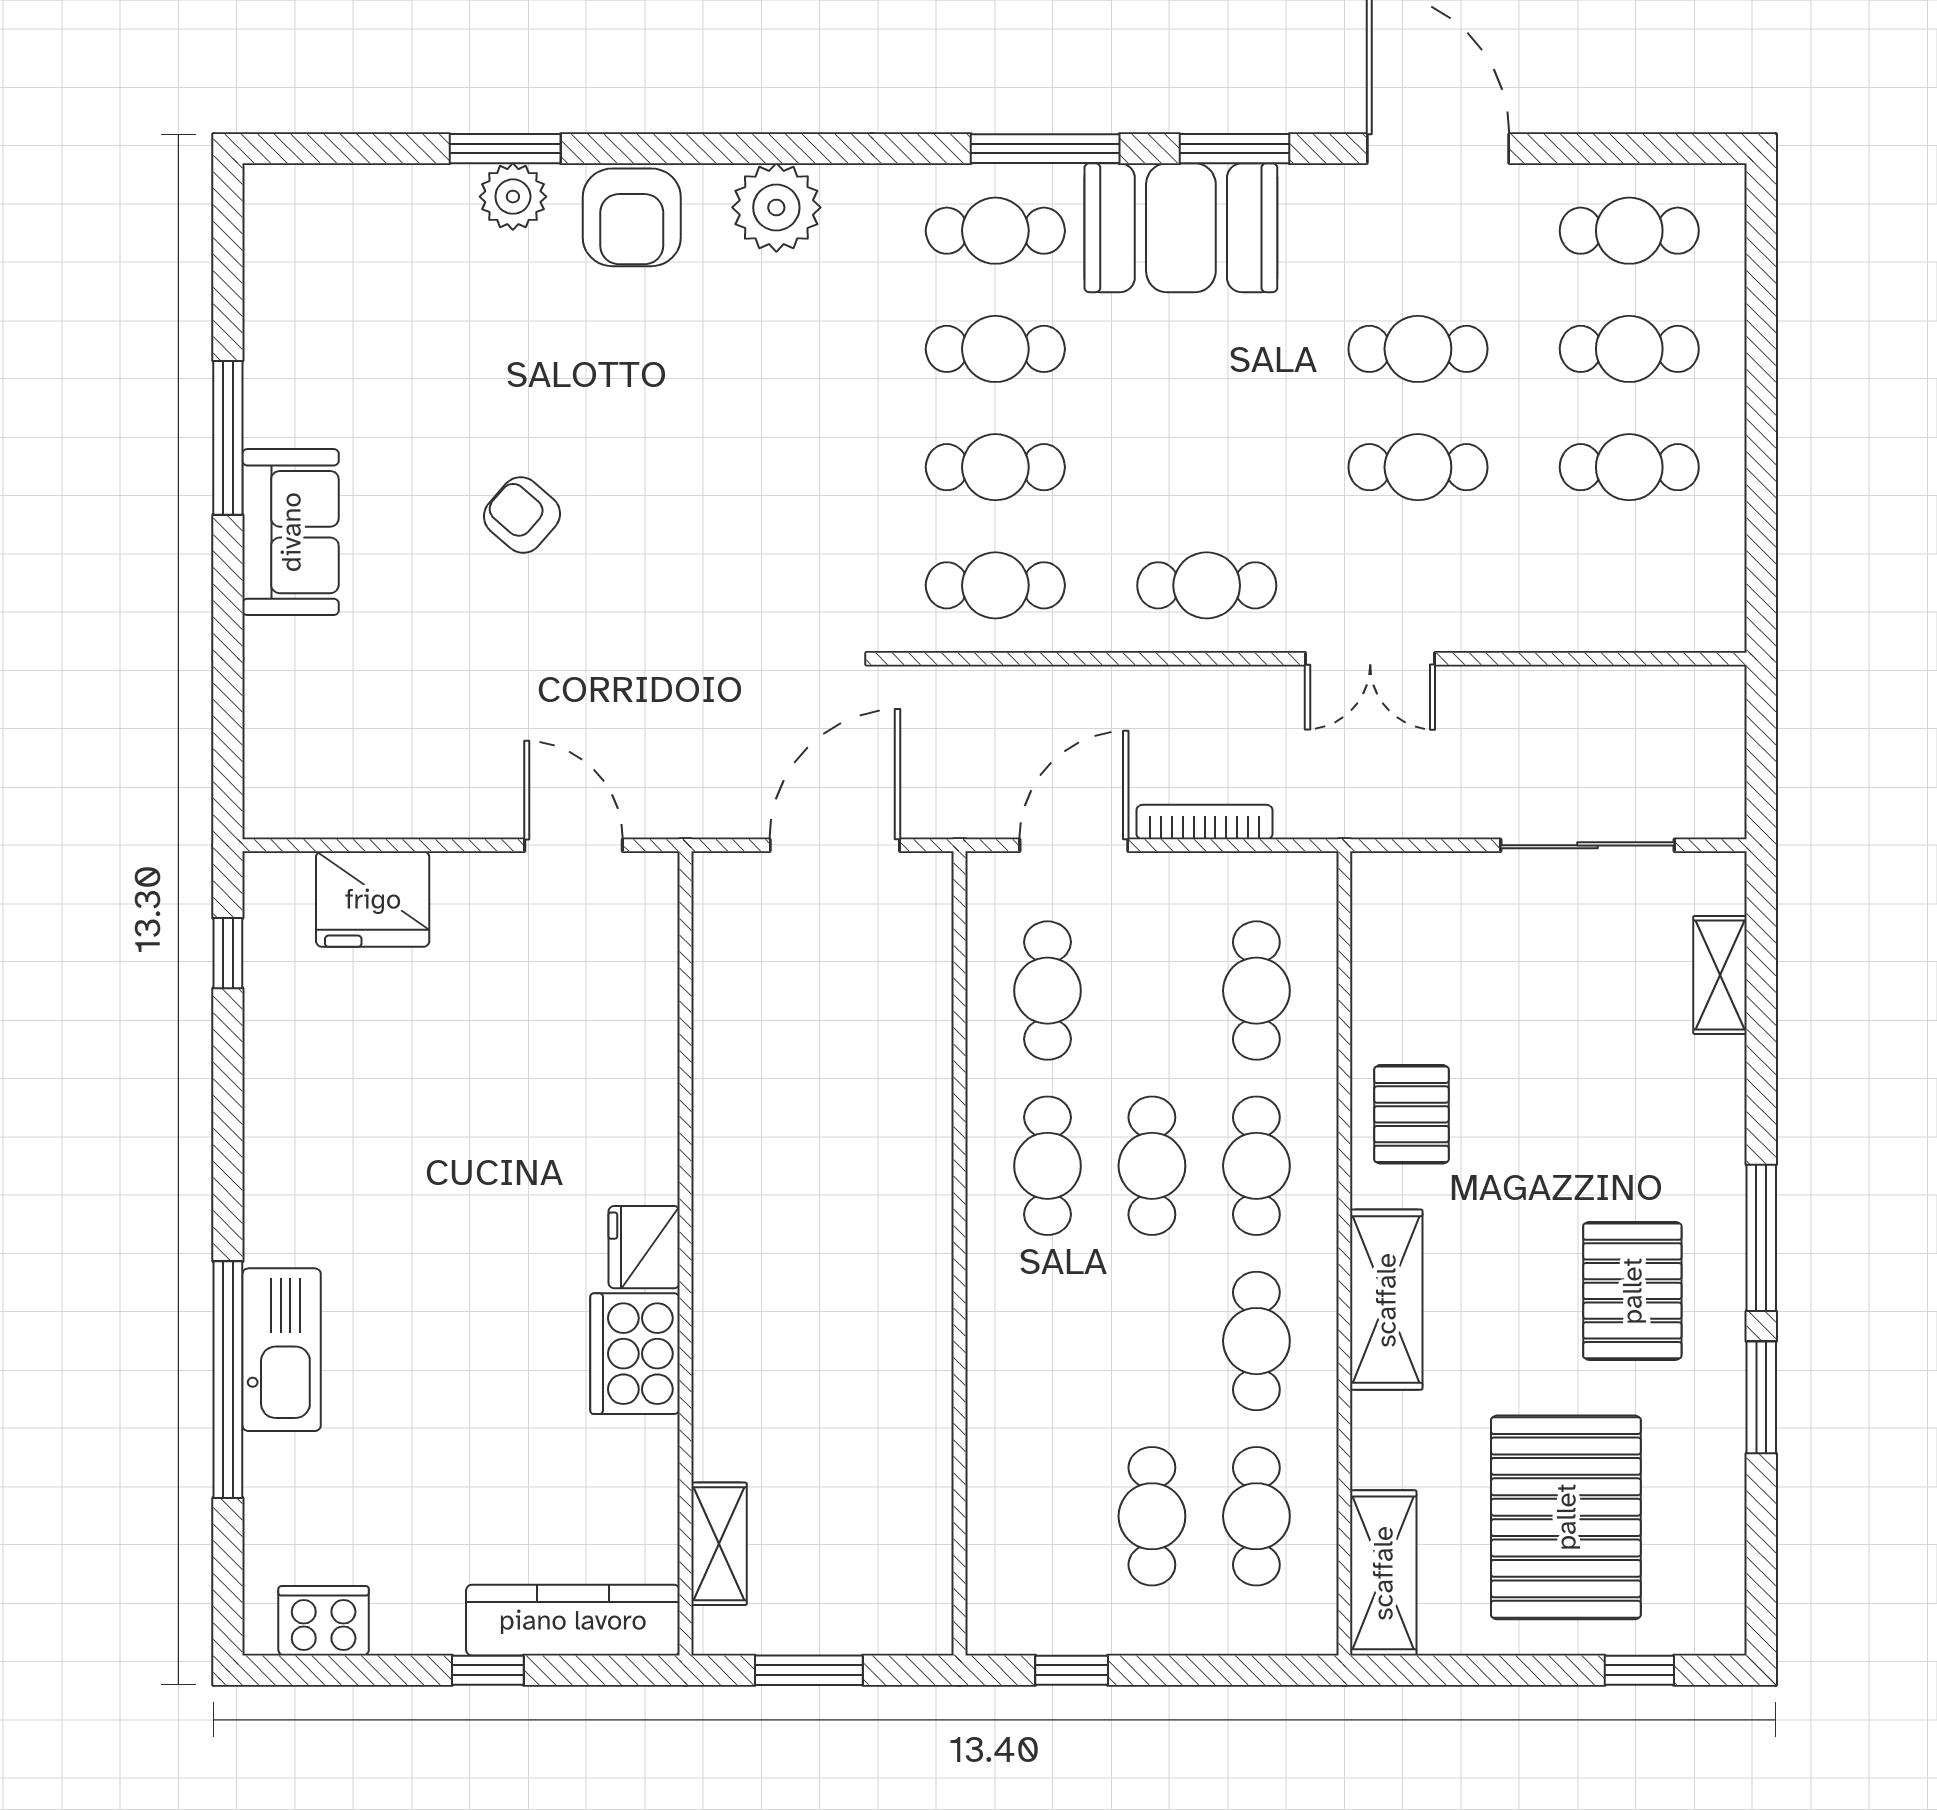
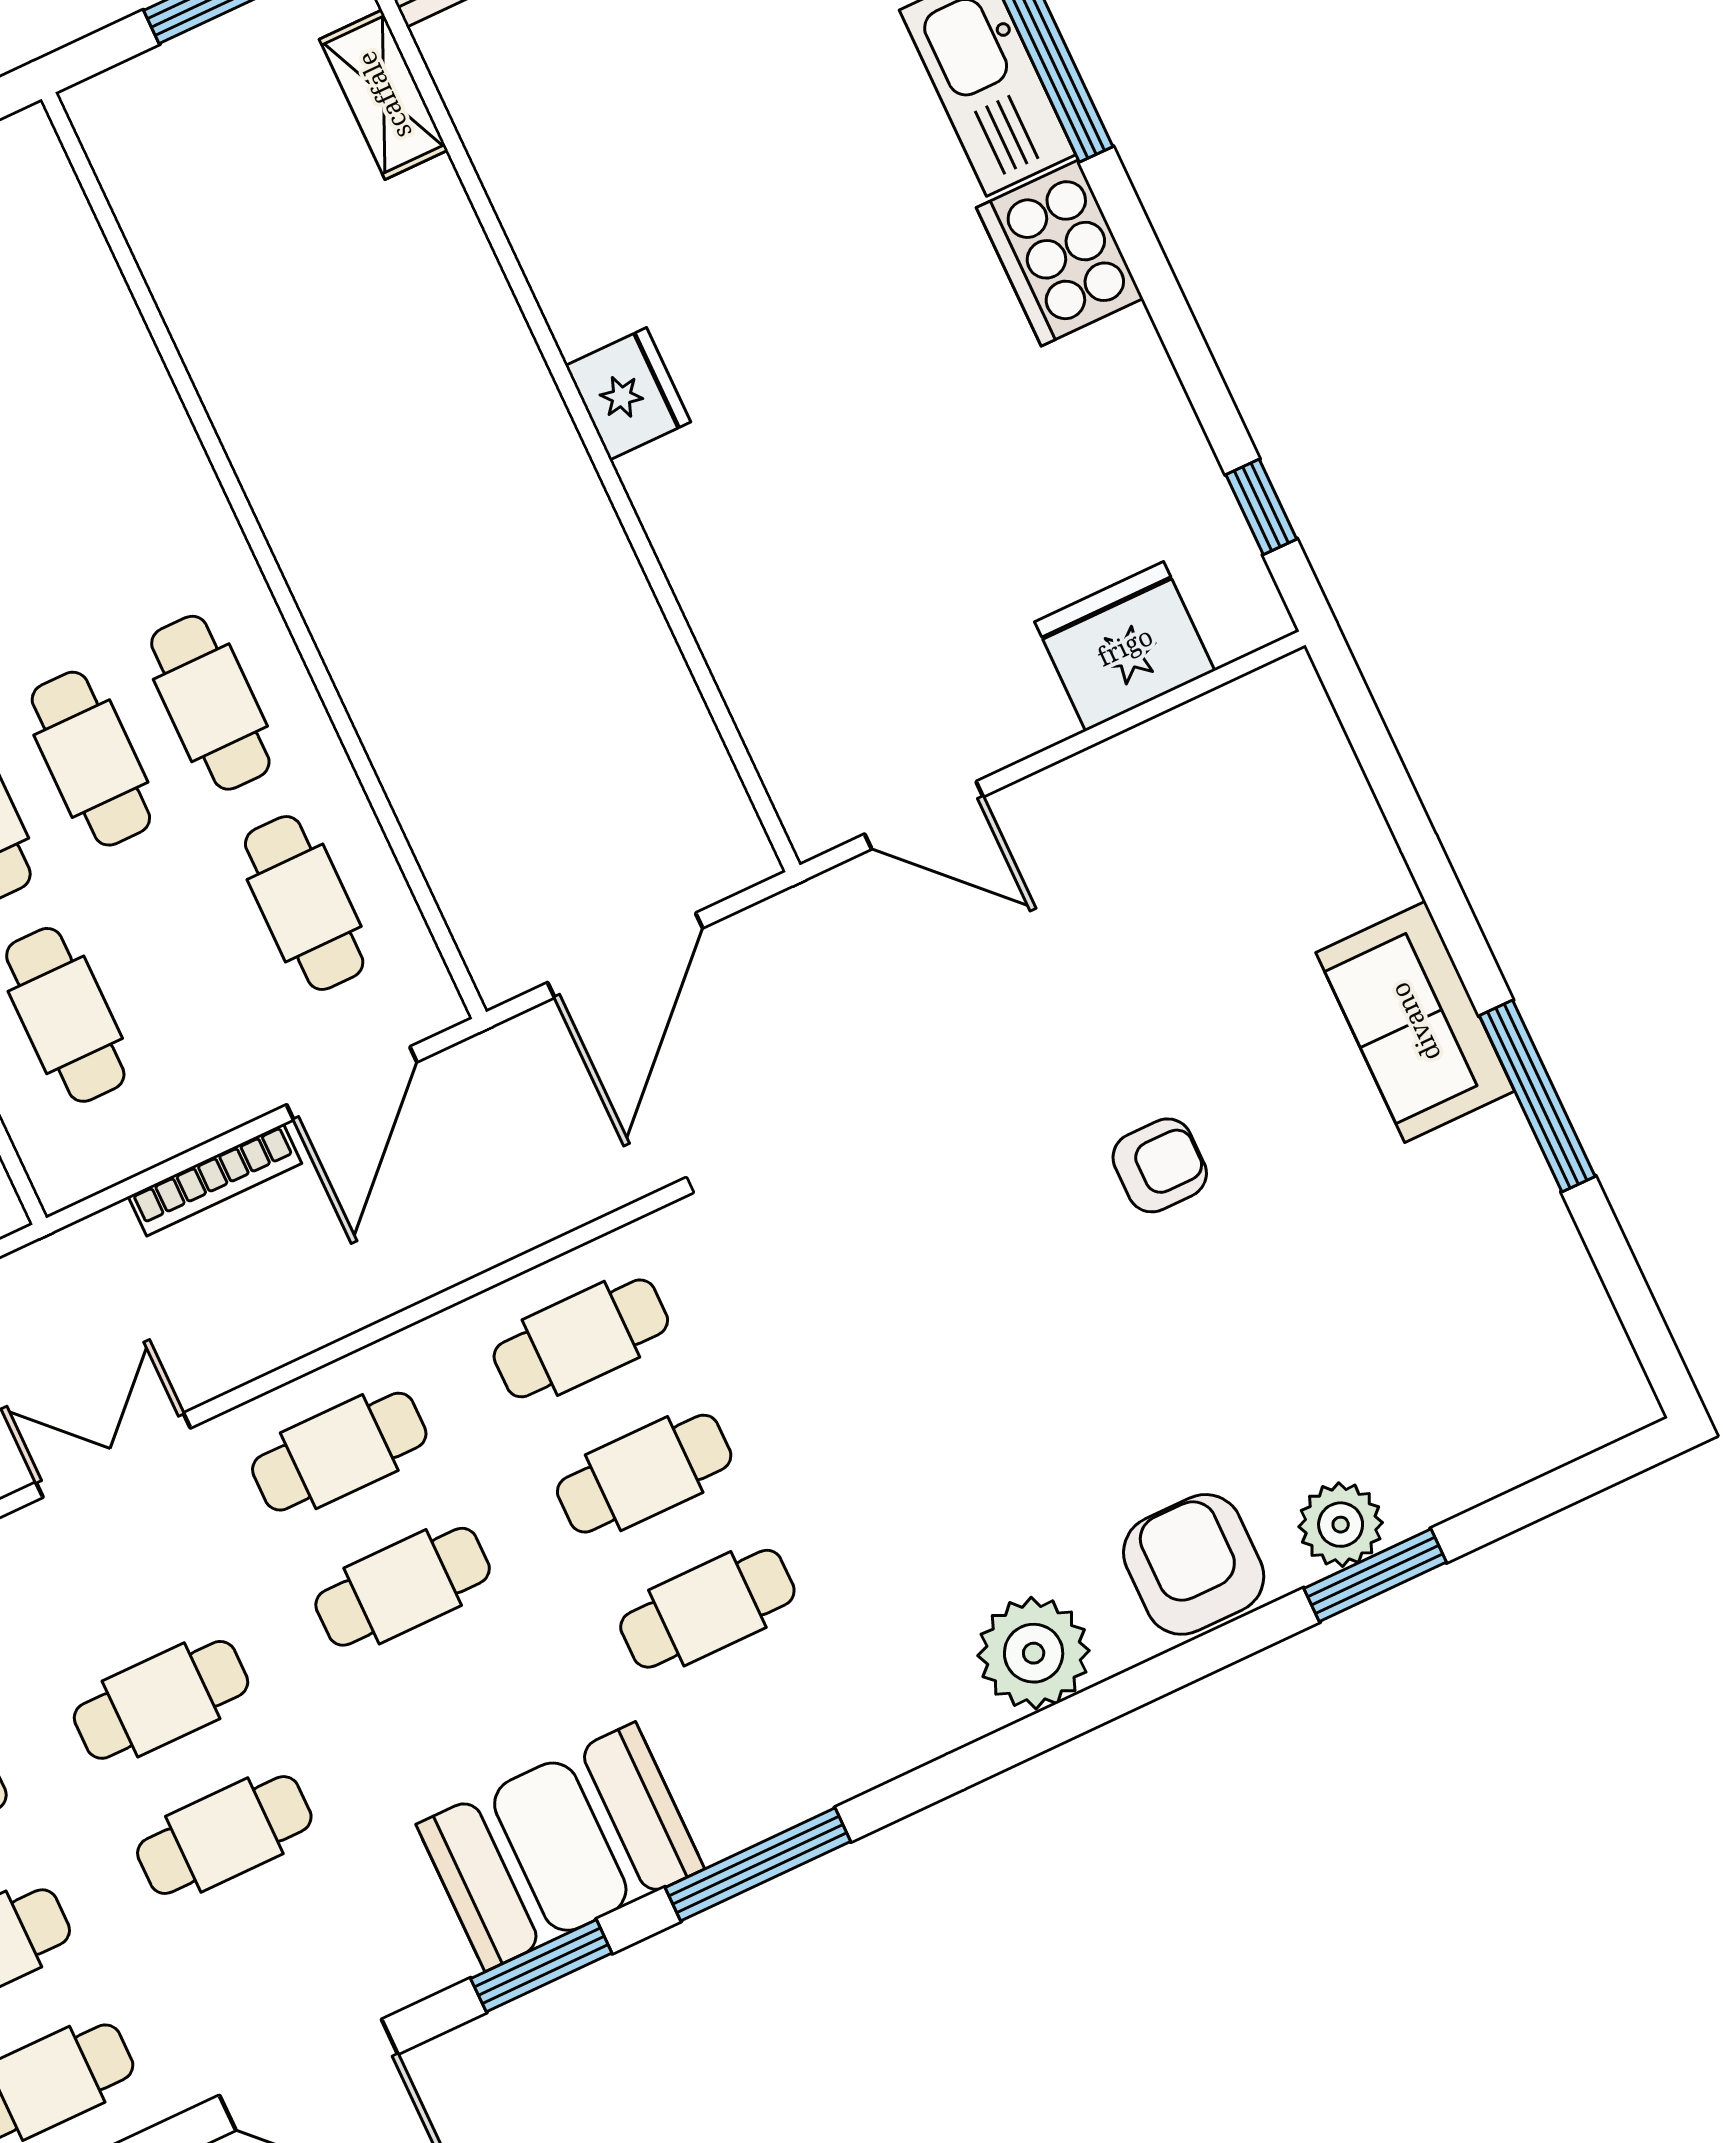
cafe table: (995, 231) -> (403, 1587), moved
armchair: (522, 515) -> (1160, 1165), turned -41
cooker: (635, 1354) -> (1060, 253), moved, turned 180

